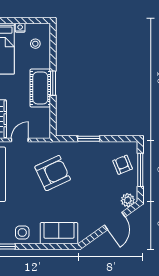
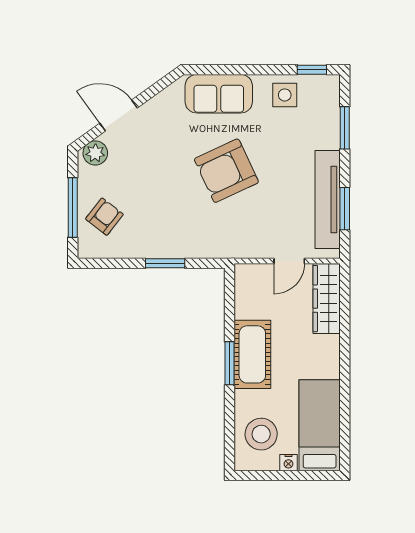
stool: (35, 44) -> (261, 434), width x1.89, depth x1.89
armchair: (123, 165) -> (104, 217), turned -120
armchair: (53, 173) -> (226, 171), moved
door: (115, 221) -> (119, 116), hinge flipped

